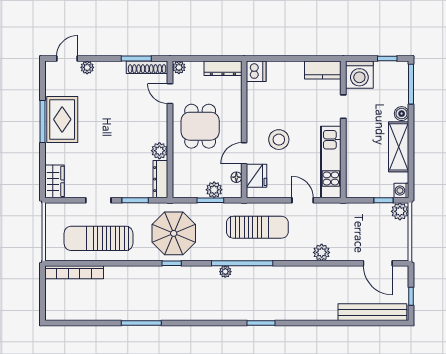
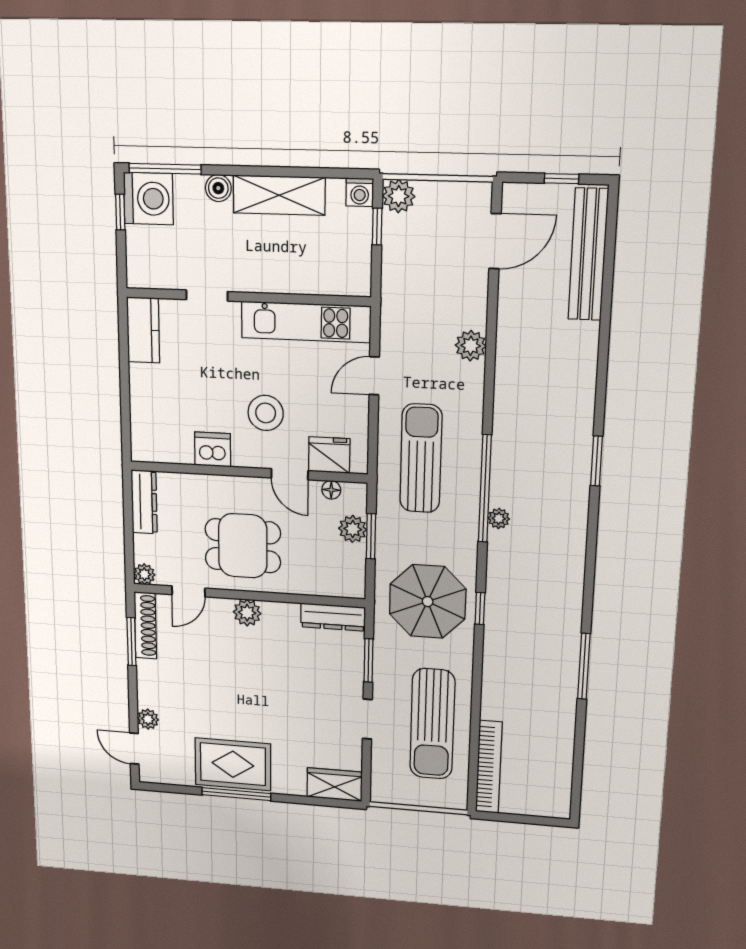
dishwasher: (256, 71) -> (213, 449), moved
washing machine: (359, 75) -> (148, 199), moved
plant: (159, 151) -> (247, 613), moved

